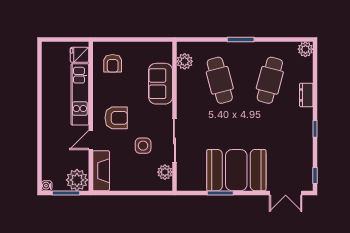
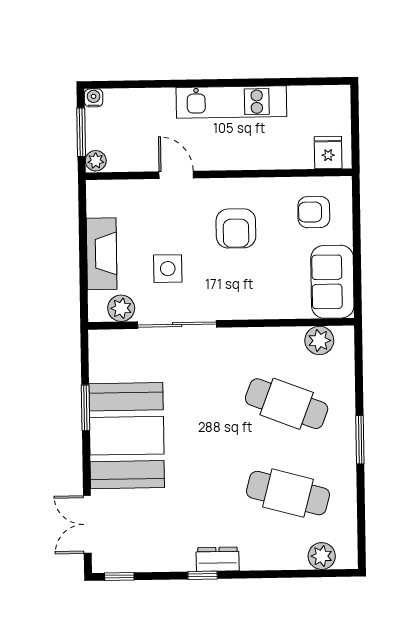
plant: (305, 49) -> (322, 556), moved
cafe table: (220, 80) -> (287, 404), turned 36
sofa: (161, 84) -> (332, 282), moved, turned -90
kitchen unit: (80, 94) -> (231, 102), moved, turned 180
dresser: (306, 95) -> (218, 559), moved
armchair: (116, 118) -> (236, 228), moved
fireplace: (101, 171) -> (102, 254), moved, turned -90
plant: (77, 180) -> (96, 161), width x0.53, depth x0.53

